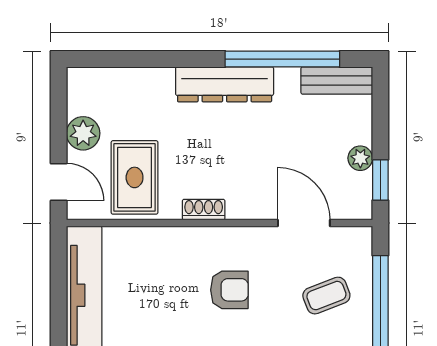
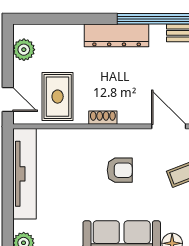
plant: (83, 133) -> (24, 50), moved

